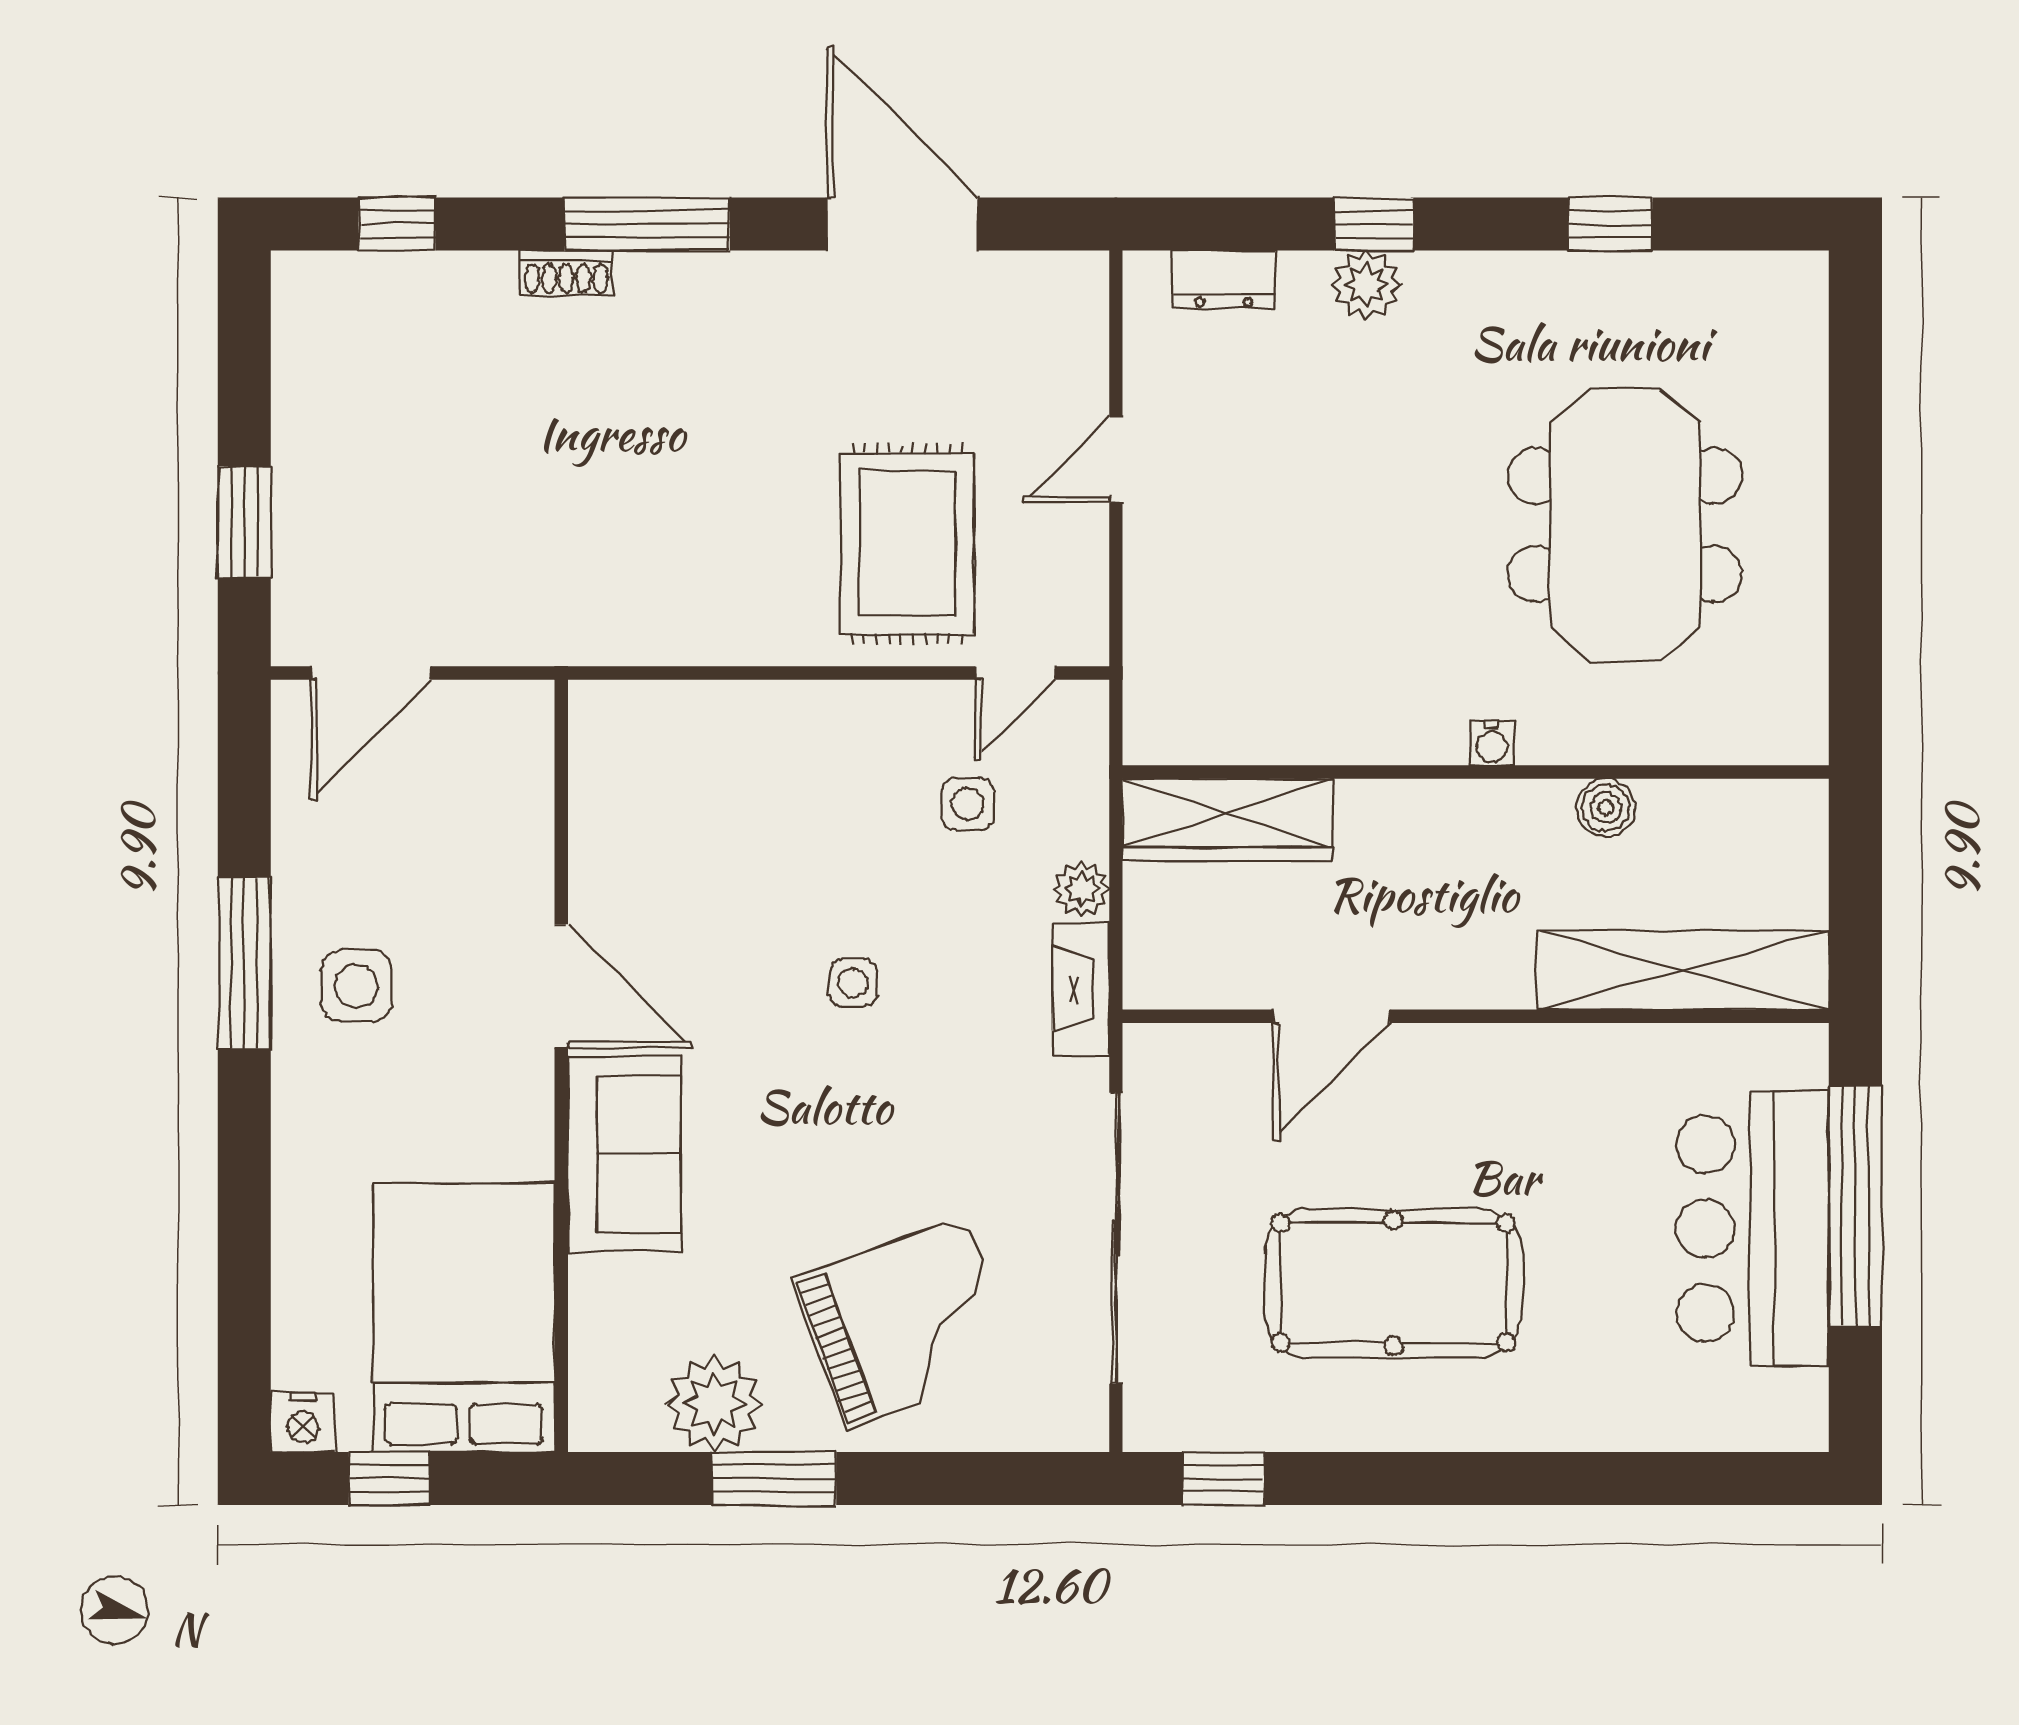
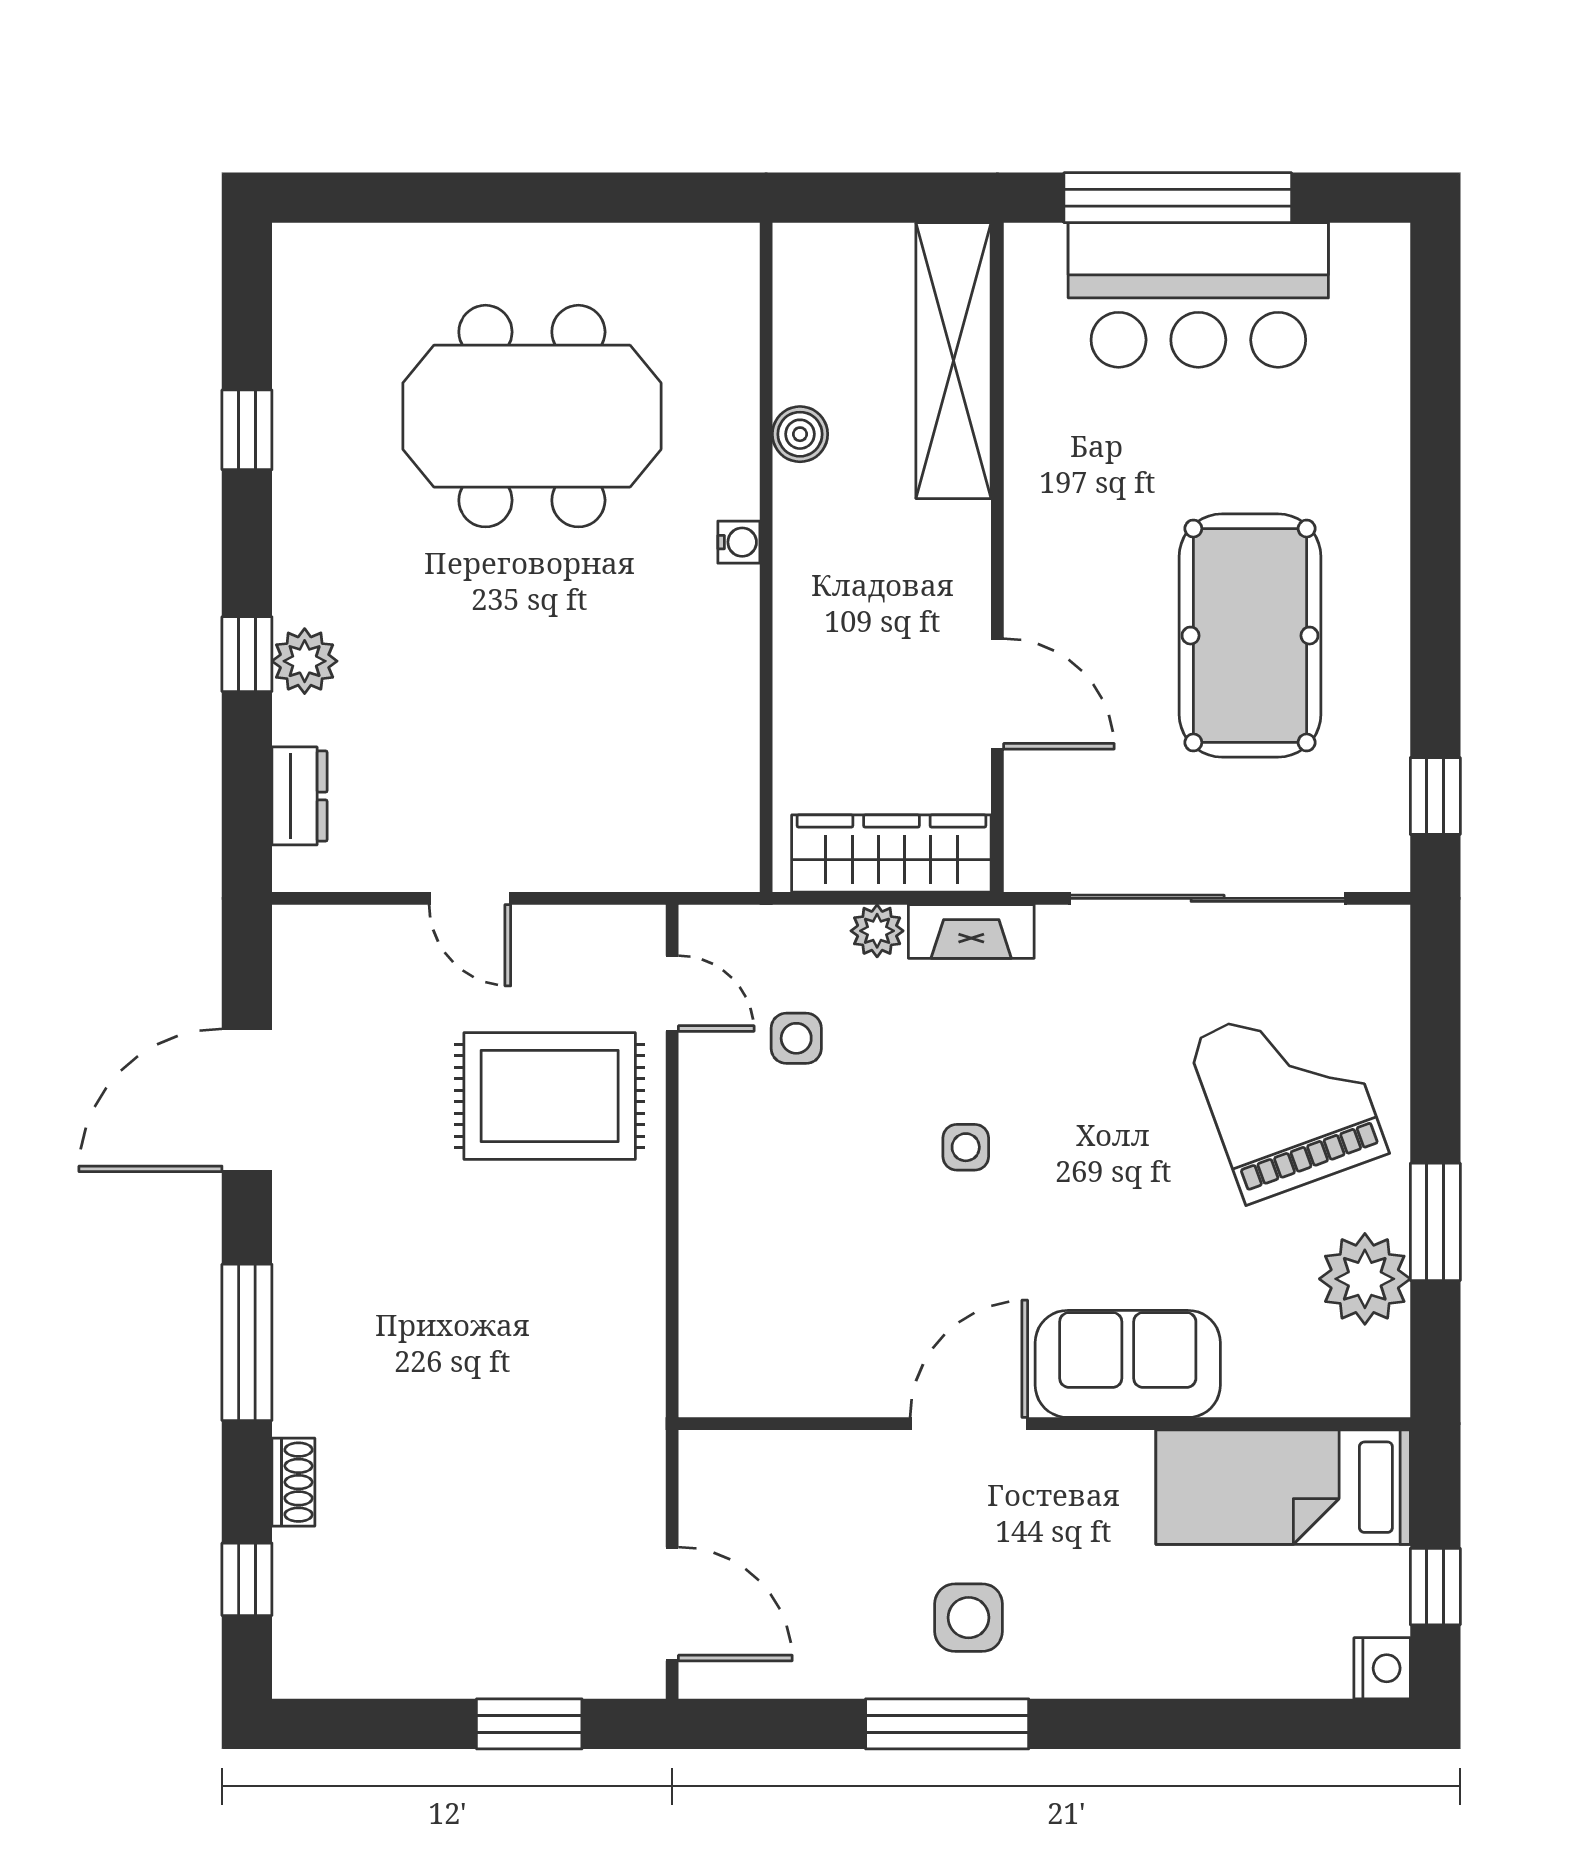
shoe rack: (566, 273) -> (293, 1482), moved
wardrobe: (1228, 819) -> (891, 853), moved, turned -90
bed: (464, 1318) -> (1283, 1487), width x0.67

